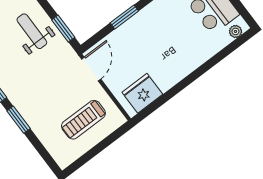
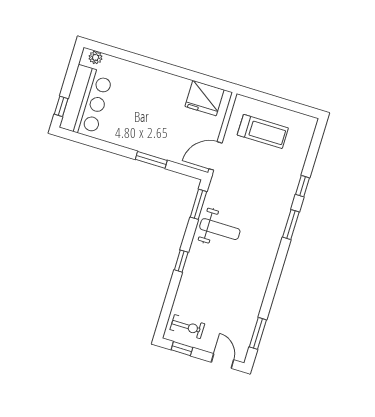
weight bench: (32, 31) -> (220, 229), turned -90
window: (19, 120) -> (303, 186), width x0.67

